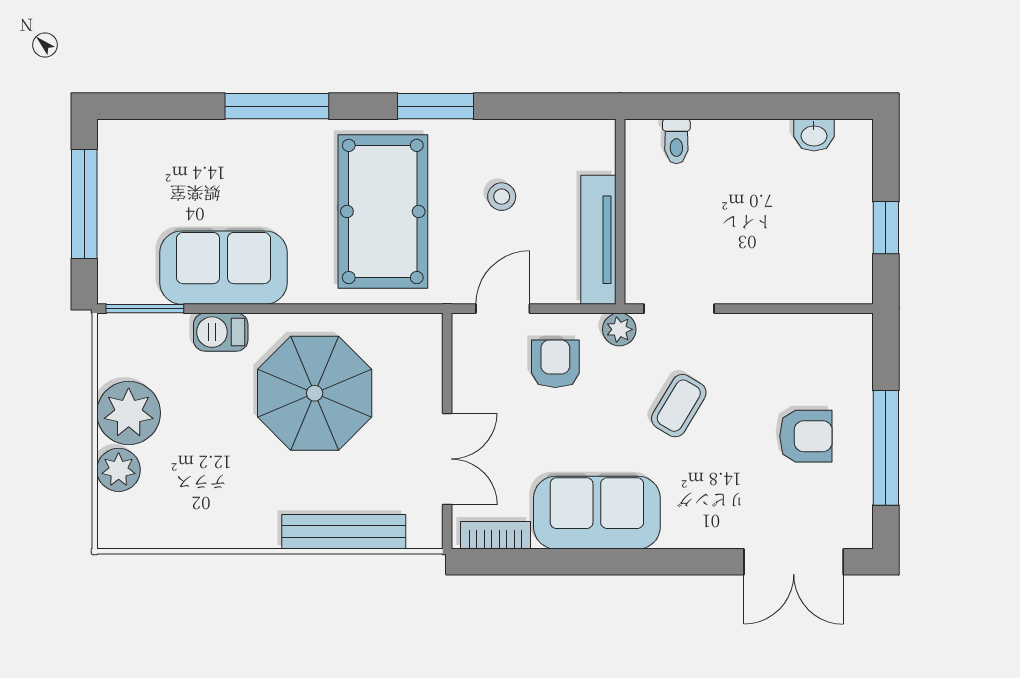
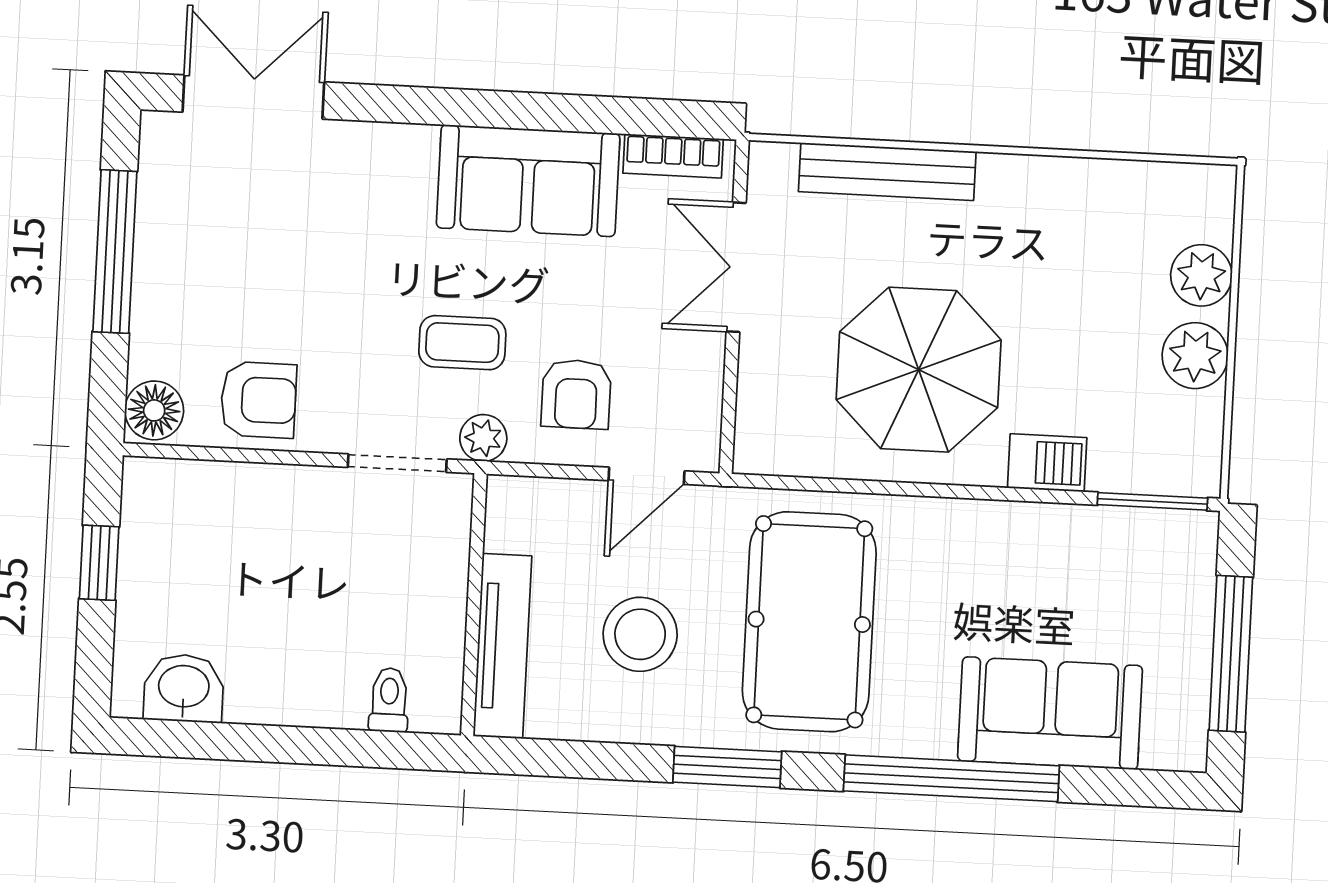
window: (277, 106) -> (951, 778), width x1.46
washbasin: (814, 135) -> (184, 688), width x1.38, depth x1.45
stool: (502, 197) -> (640, 634), width x1.89, depth x1.89
tv unit: (598, 240) -> (502, 646), moved
sofa: (224, 268) -> (1050, 713), moved, turned 180
floor lamp: (852, 337) -> (154, 410), added
coffee table: (679, 406) -> (462, 343), moved, turned 59
plant: (129, 413) -> (1195, 356), width x0.73, depth x0.73
armchair: (806, 436) -> (258, 400), moved, turned 180

